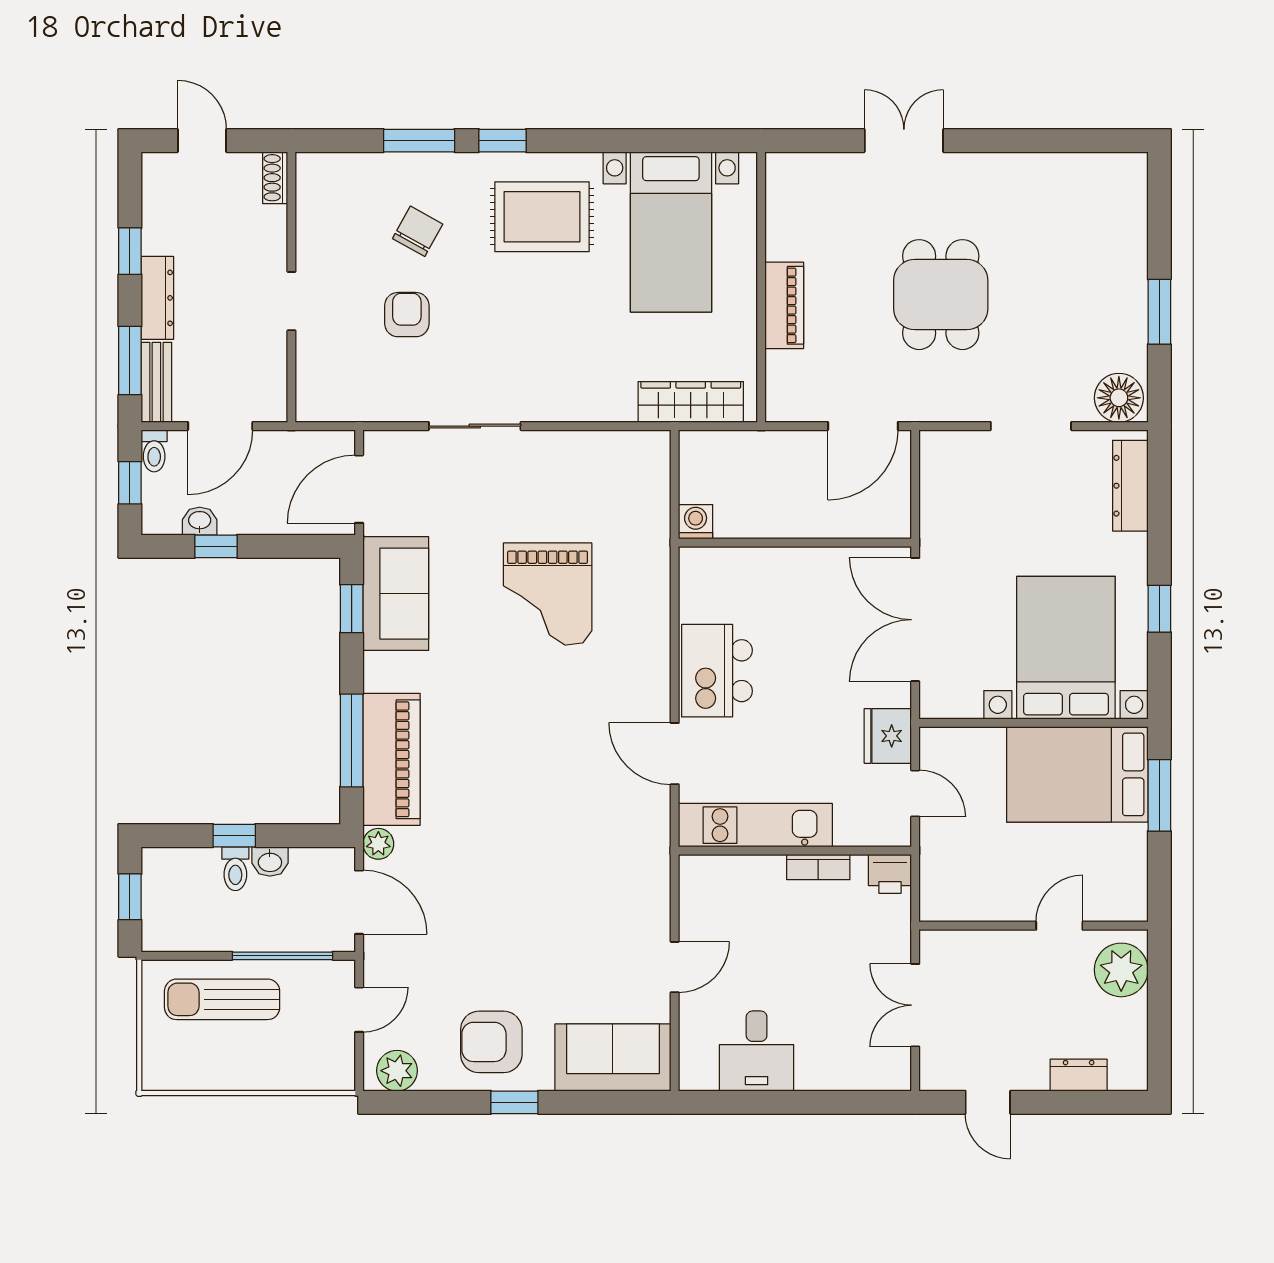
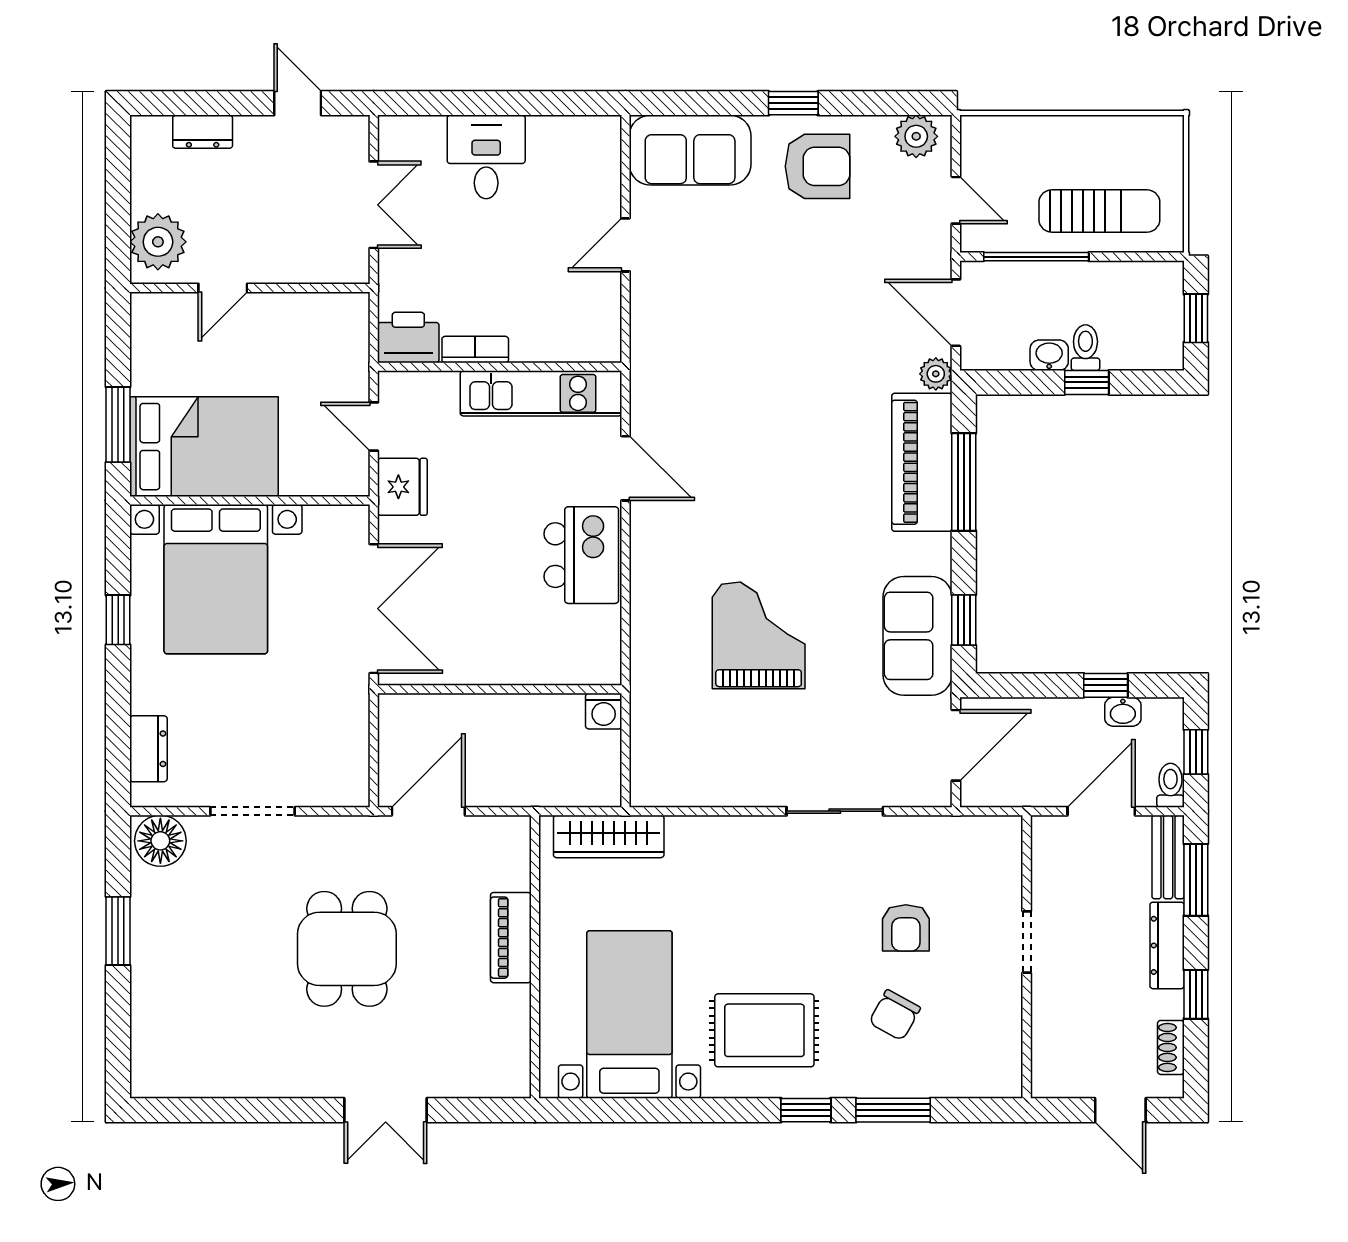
shoe rack: (275, 178) -> (1171, 1047), moved, turned 180
dresser: (1130, 486) -> (148, 749), width x0.70
printer: (890, 874) -> (408, 337), width x1.36, depth x1.24
door: (359, 1010) -> (956, 200), swing flipped
desk: (757, 1051) -> (486, 157), moved

